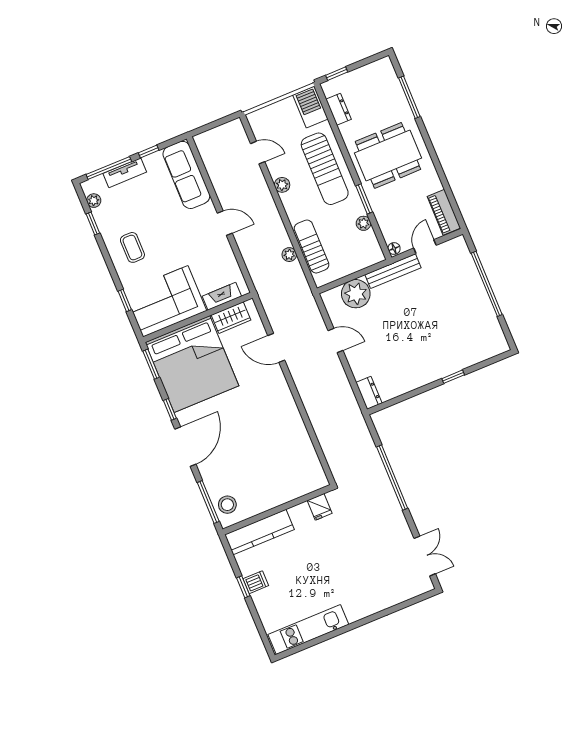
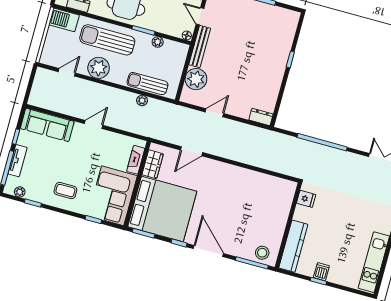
sun lounger: (325, 169) -> (107, 40), turned 180
plant: (282, 185) -> (99, 68), width x1.87, depth x1.87

